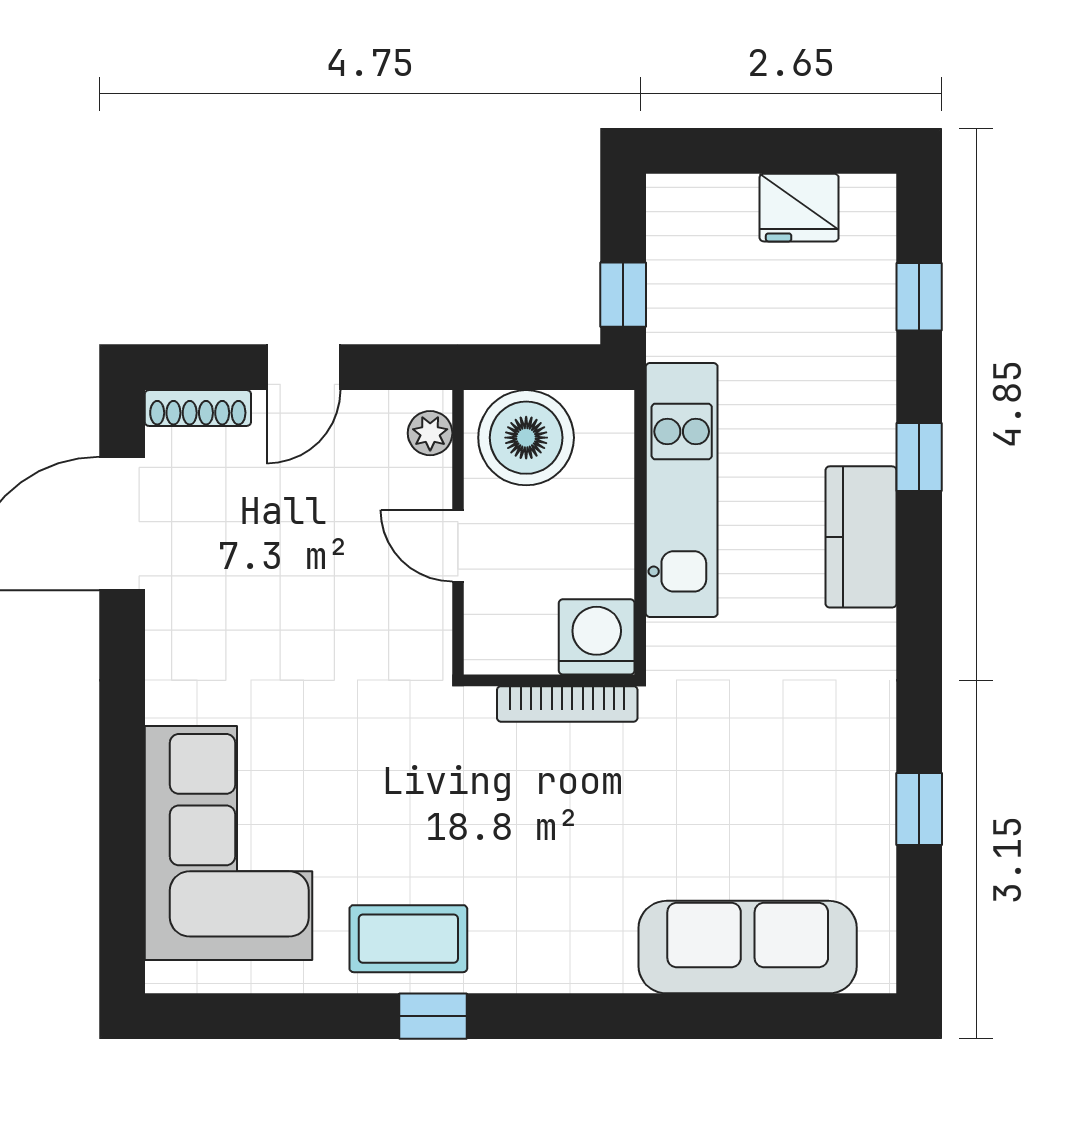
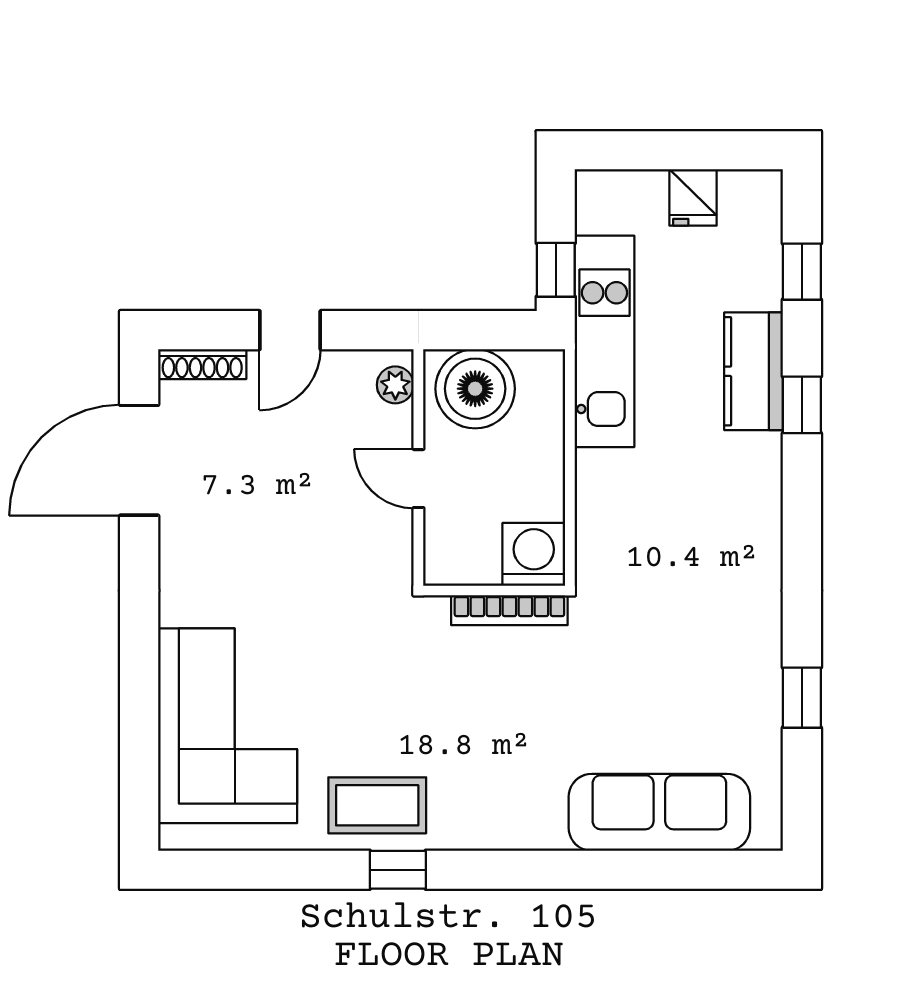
fridge: (799, 208) -> (693, 197), width x0.72
kitchen unit: (682, 490) -> (604, 341), moved
kitchen counter: (861, 537) -> (754, 371), moved

